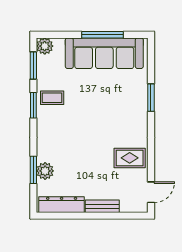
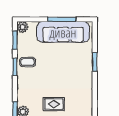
rug: (130, 158) -> (54, 104), moved

